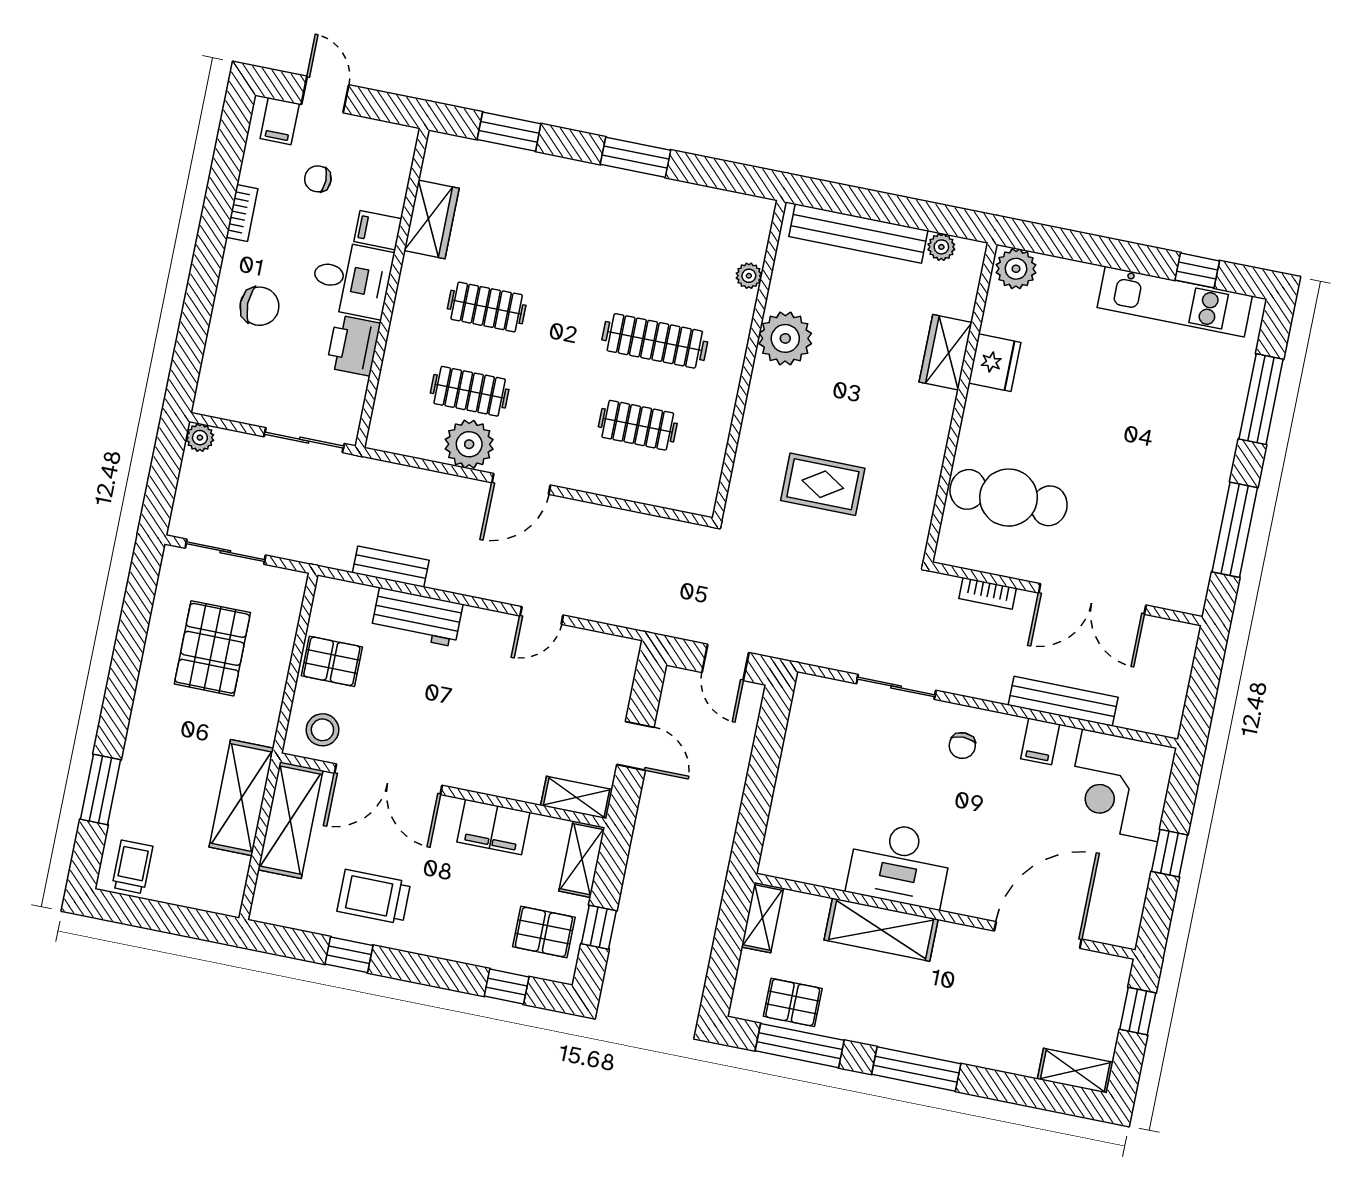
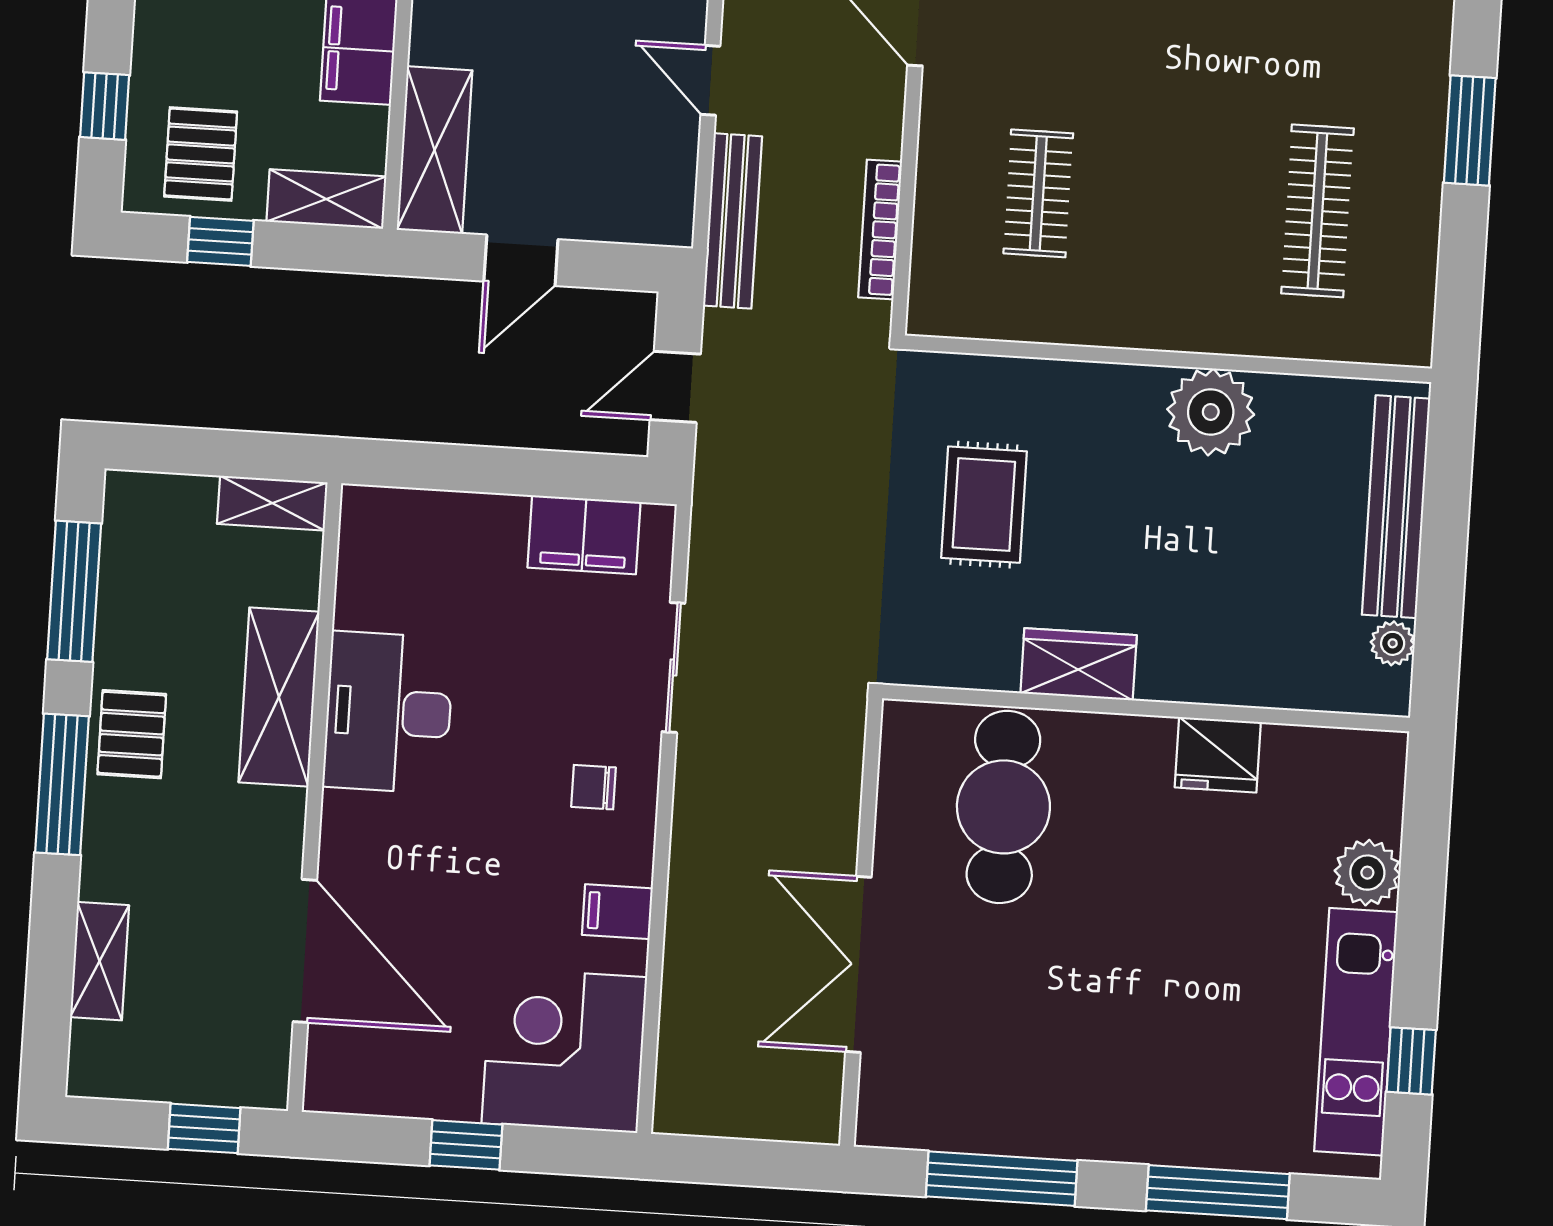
plant: (1016, 269) -> (1367, 873), moved
plant: (749, 276) -> (1304, 339), removed
clothes rail: (655, 341) -> (1317, 211), moved
wardrobe: (946, 352) -> (1079, 664), moved
bookcase: (988, 593) -> (880, 229), moved, width x1.56
bench: (1063, 701) -> (733, 221), moved
filing cabinet: (808, 730) -> (584, 535), added
shelving: (577, 798) -> (435, 150), width x1.50, depth x1.33
pallet: (793, 1002) -> (132, 734), moved
shelving: (1075, 1071) -> (100, 961), moved

